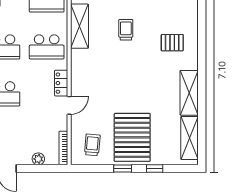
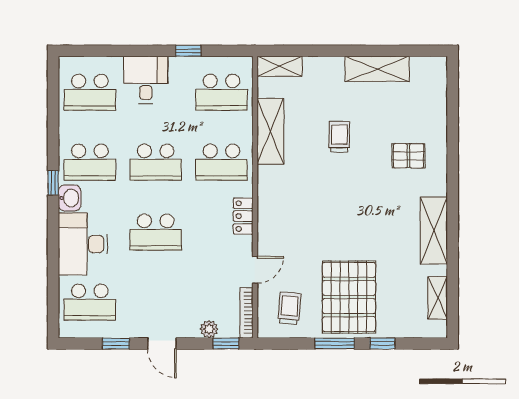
door: (69, 105) -> (255, 270), moved
shelving: (190, 138) -> (438, 298), width x0.67, depth x0.75
window: (50, 169) -> (226, 343), added
window: (123, 169) -> (335, 343), width x1.50

